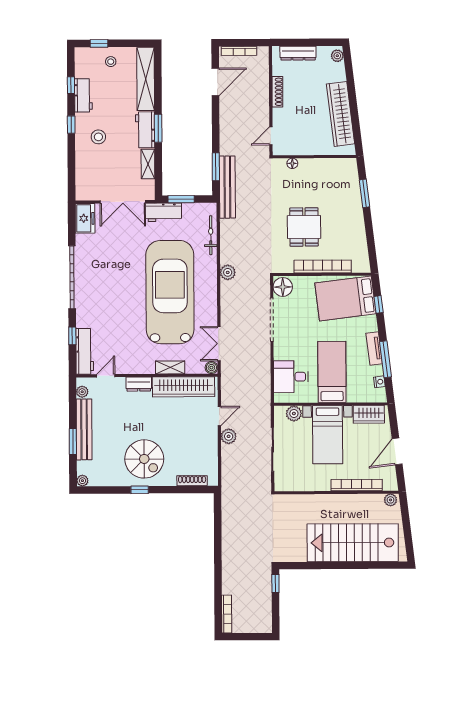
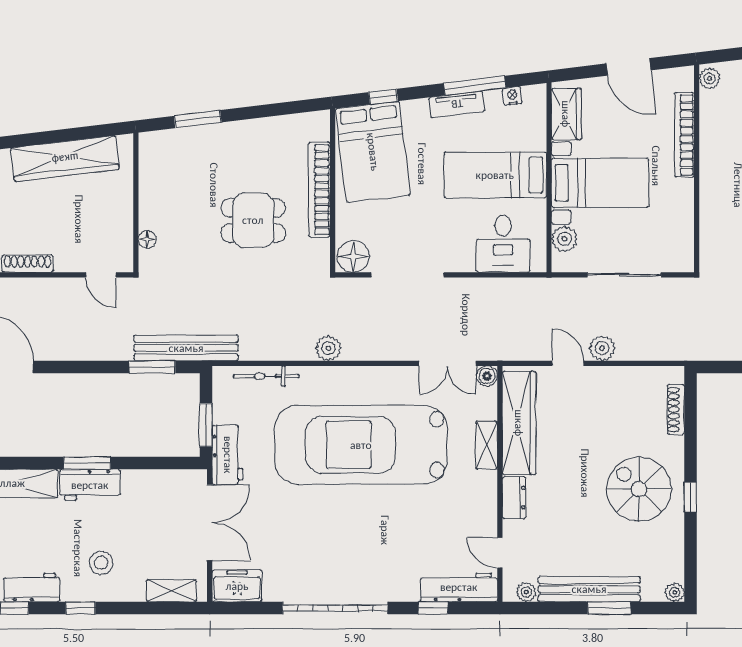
shelving: (148, 164) -> (171, 591), moved
spiral stairs: (144, 459) -> (639, 489), turned -90

